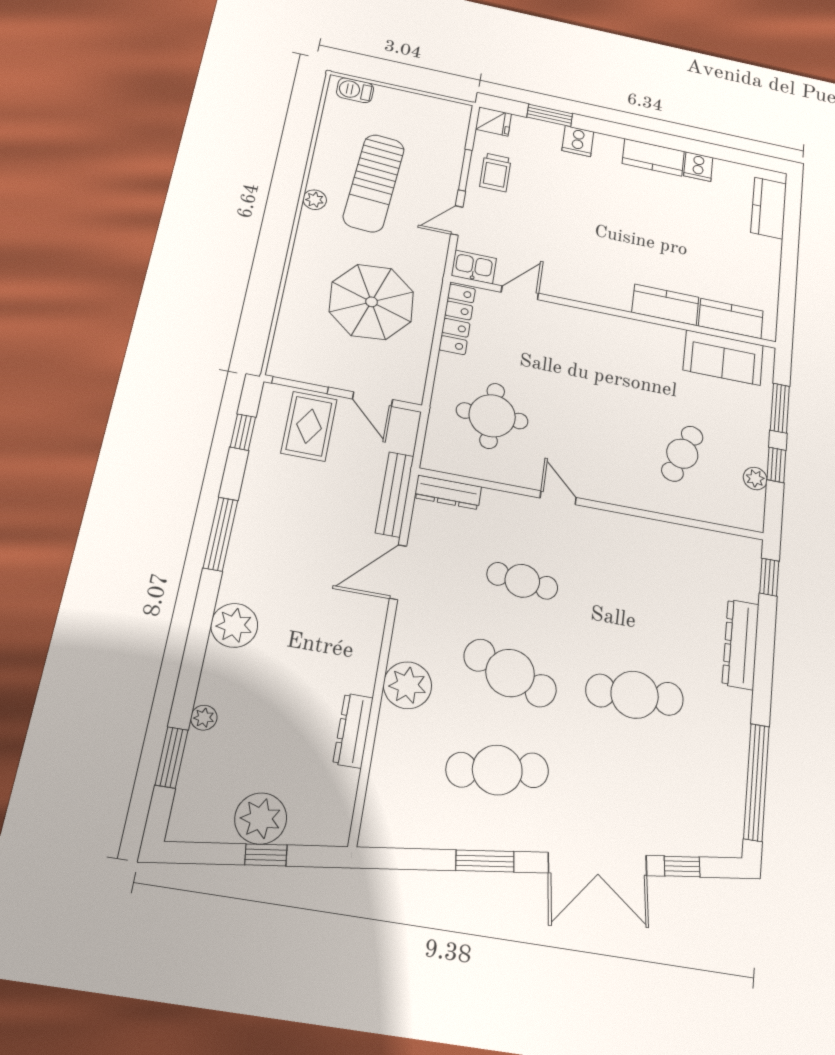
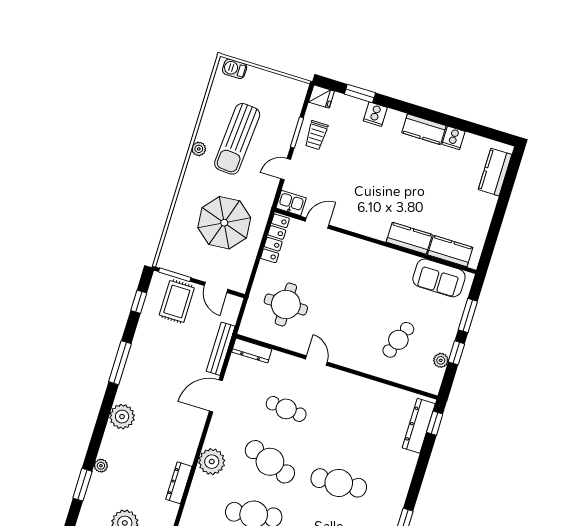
dresser: (741, 644) -> (419, 426), moved

